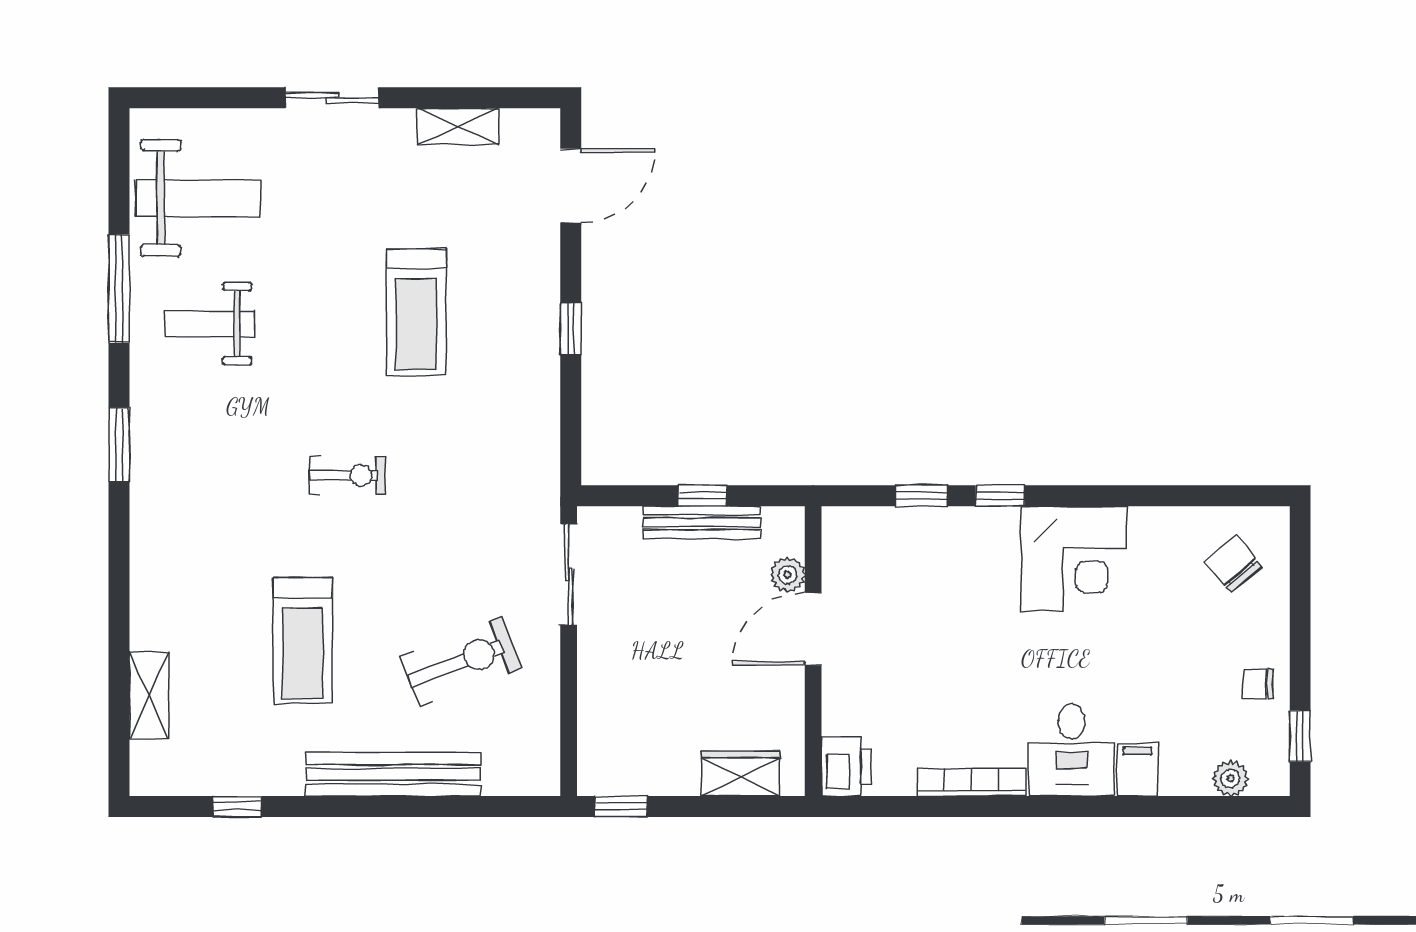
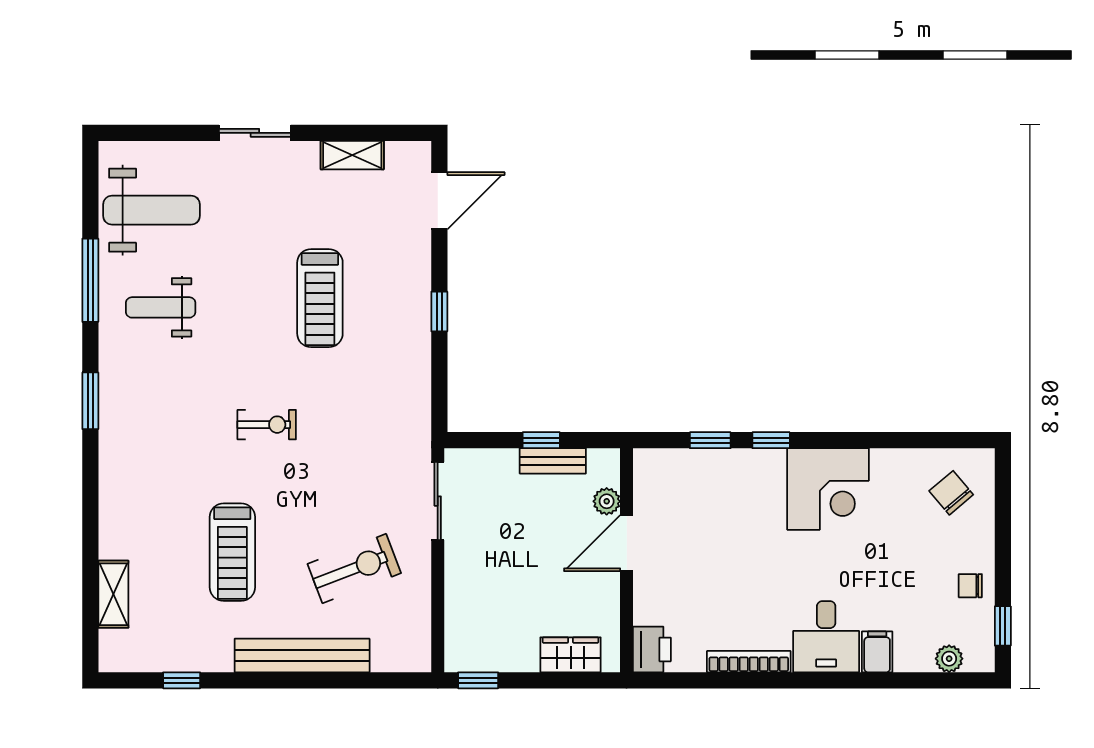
bench: (702, 522) -> (553, 461), width x0.73

